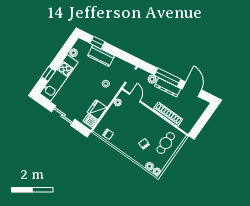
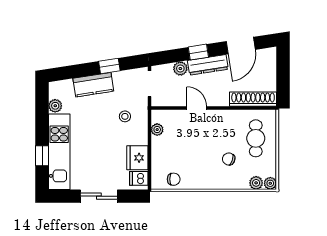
window: (97, 43) -> (109, 66), moved
window: (167, 77) -> (198, 52), width x0.46
door: (192, 89) -> (241, 45), swing flipped
door: (135, 98) -> (197, 108), moved
shoe rack: (168, 114) -> (253, 99), moved

